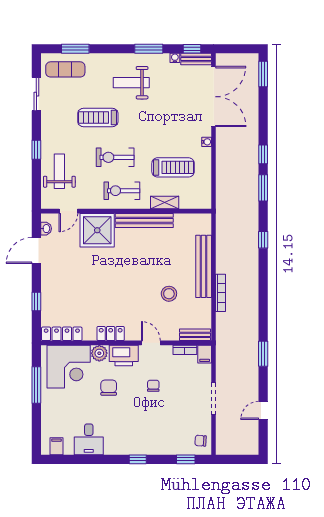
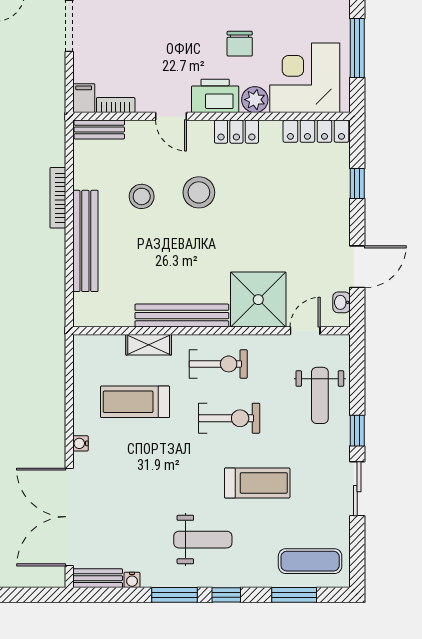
window: (192, 49) -> (226, 595), moved
sliding door: (36, 94) -> (357, 489), moved
stool: (134, 296) -> (199, 192), added
chair: (153, 386) -> (167, 47), removed

